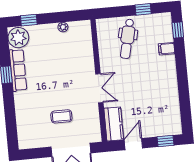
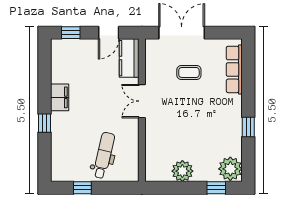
plant: (63, 27) -> (182, 171), width x1.88, depth x1.88
window: (178, 30) -> (44, 123), moved
filing cabinet: (167, 49) -> (60, 97), moved, width x2.00
row of seats: (18, 70) -> (234, 69), moved

